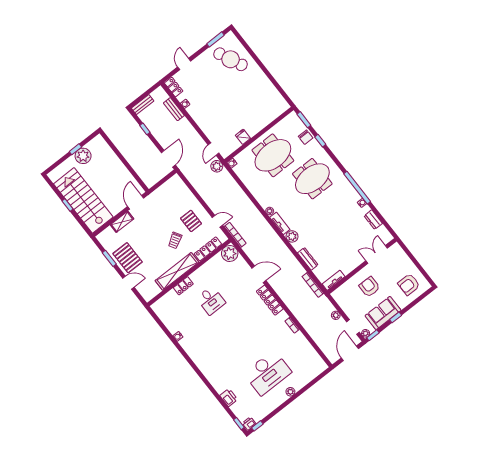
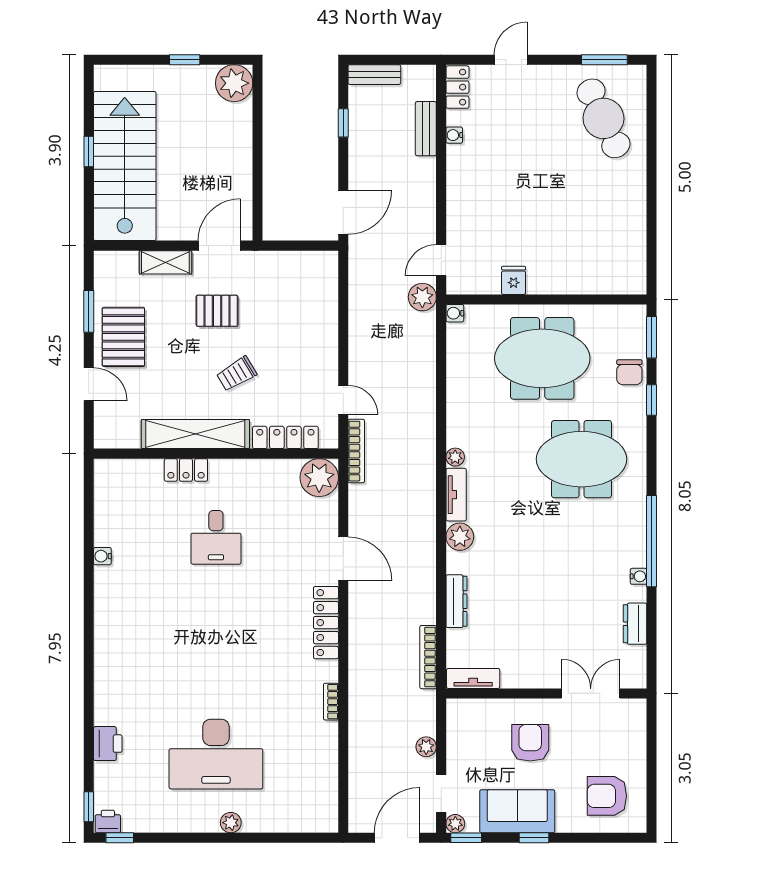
plant: (83, 156) -> (234, 83), moved
pallet: (191, 221) -> (217, 311), moved, turned 90

